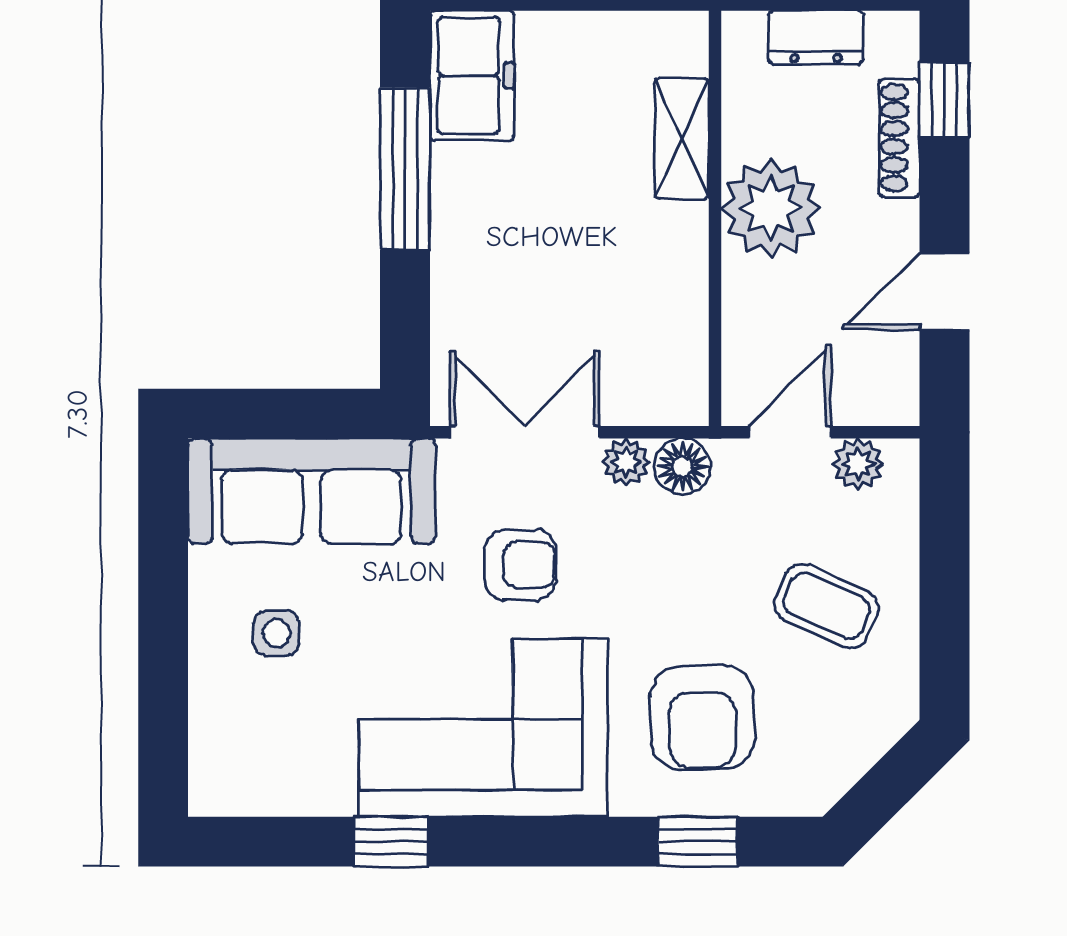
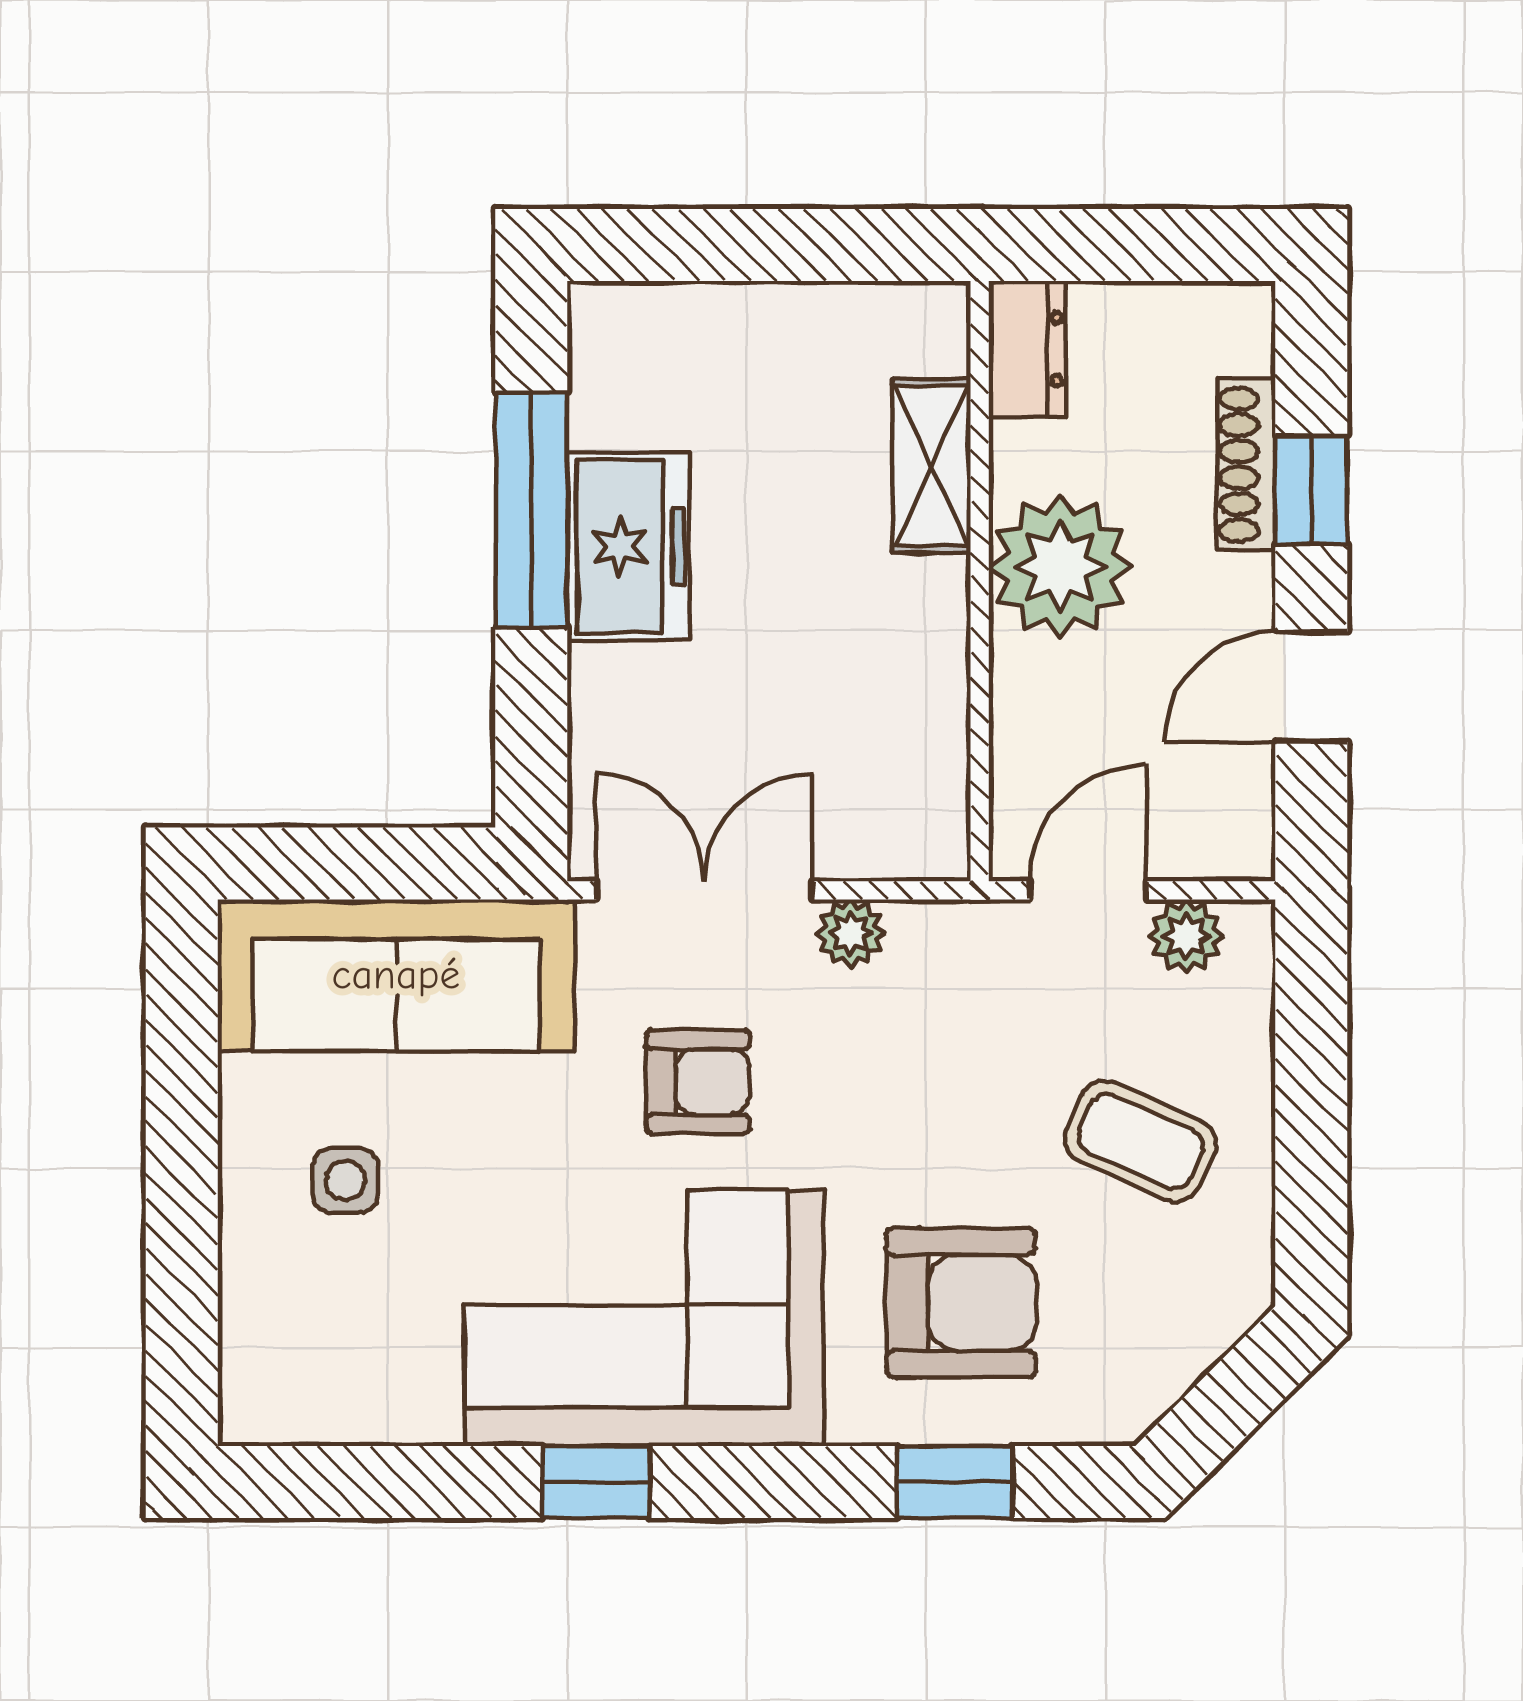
dresser: (816, 37) -> (1027, 349), moved, turned -90
freezer: (472, 76) -> (628, 547), moved
window: (945, 99) -> (1311, 490), moved
floor lamp: (682, 467) -> (932, 940), removed
armchair: (702, 717) -> (961, 1303), turned -89
window: (391, 842) -> (596, 1482), moved

